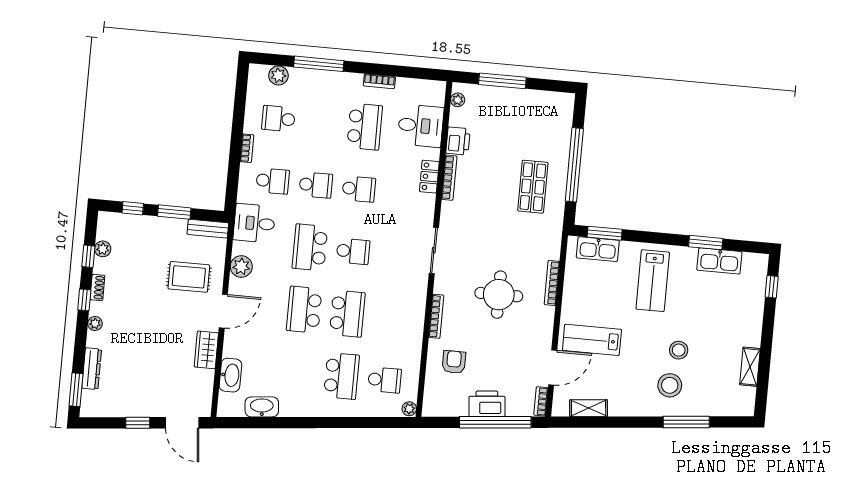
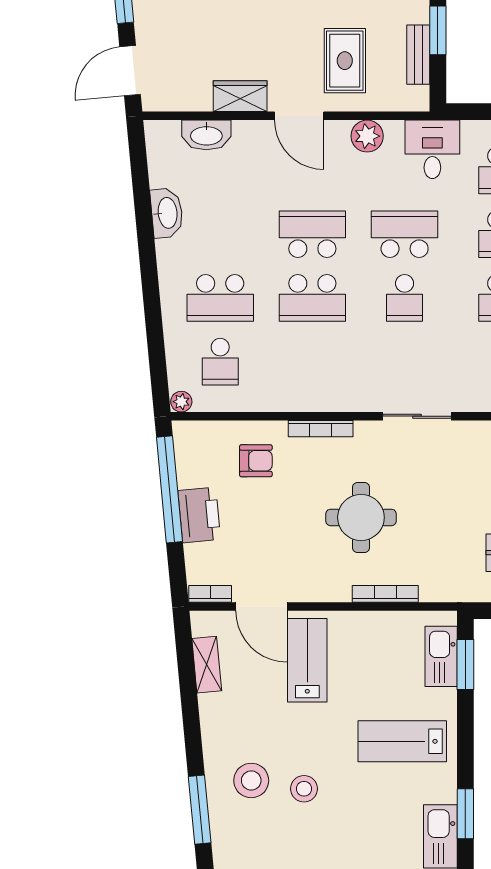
bench: (208, 229) -> (418, 55), moved
washbasin: (262, 407) -> (167, 213), moved
window: (495, 422) -> (169, 489), moved

